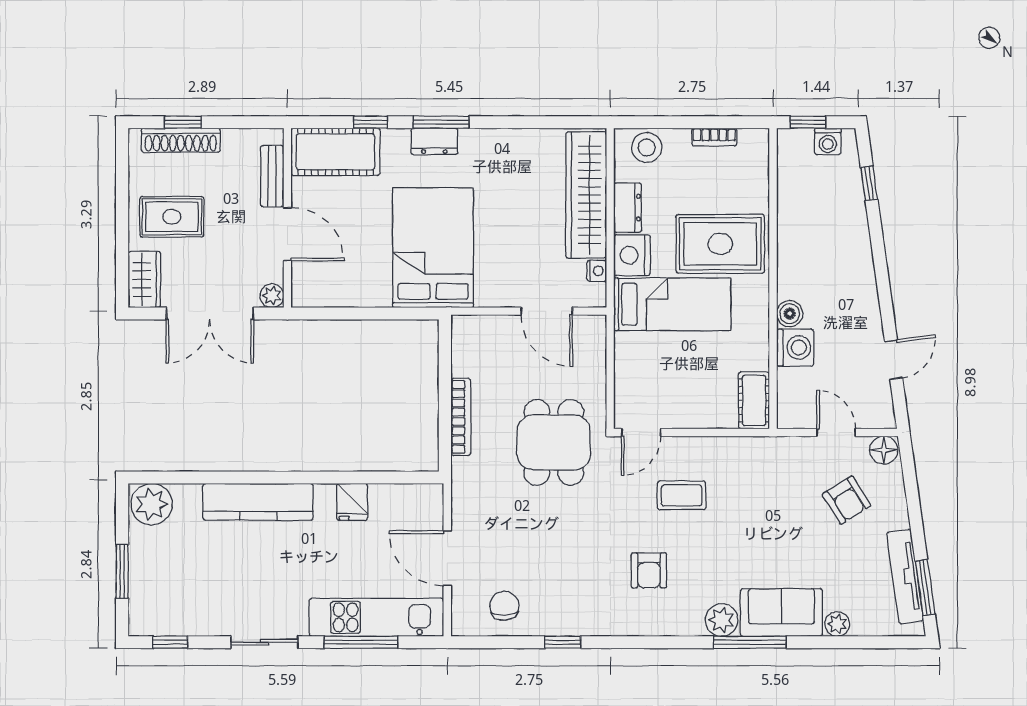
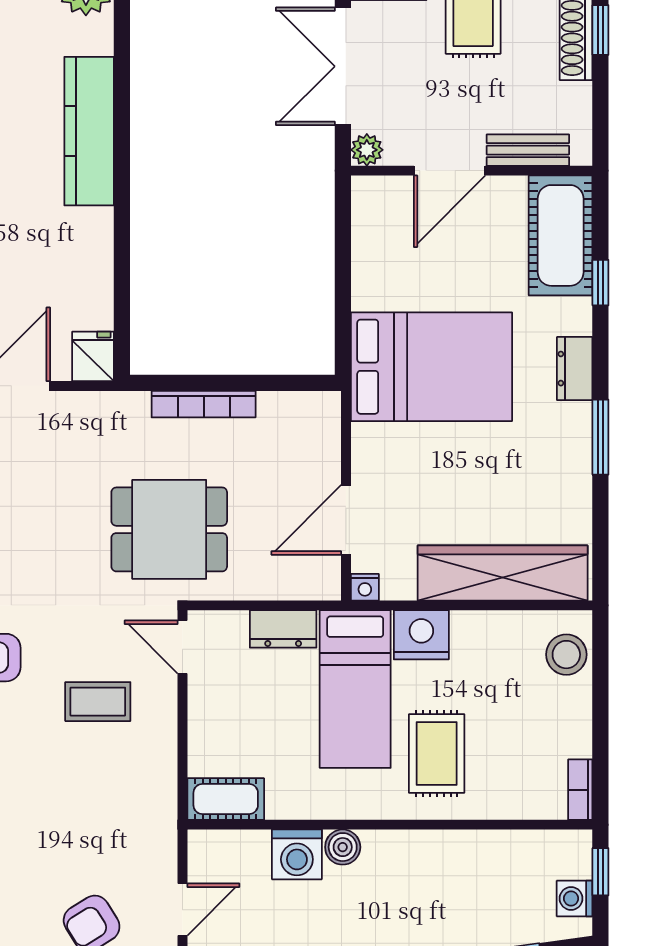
window: (441, 122) -> (600, 437), moved
bookcase: (714, 137) -> (580, 790), moved
dresser: (628, 208) -> (283, 629), moved
rug: (720, 244) -> (437, 754), width x0.73, depth x0.70
nightstand: (597, 271) -> (365, 587), moved
coffee table: (682, 495) -> (98, 702), turned 90
fridge: (352, 502) -> (93, 356), moved, turned 90

